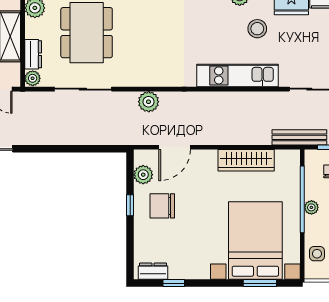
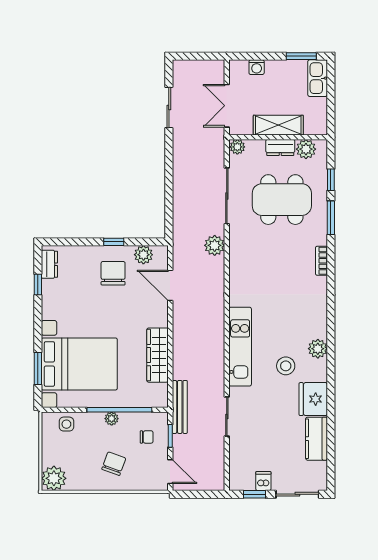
dresser: (33, 54) -> (280, 147), moved
plant: (149, 102) -> (215, 245), moved

